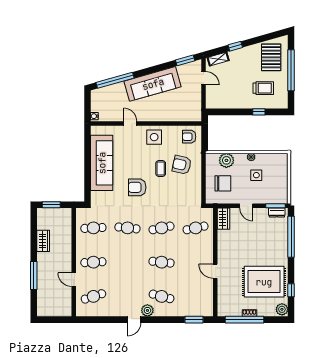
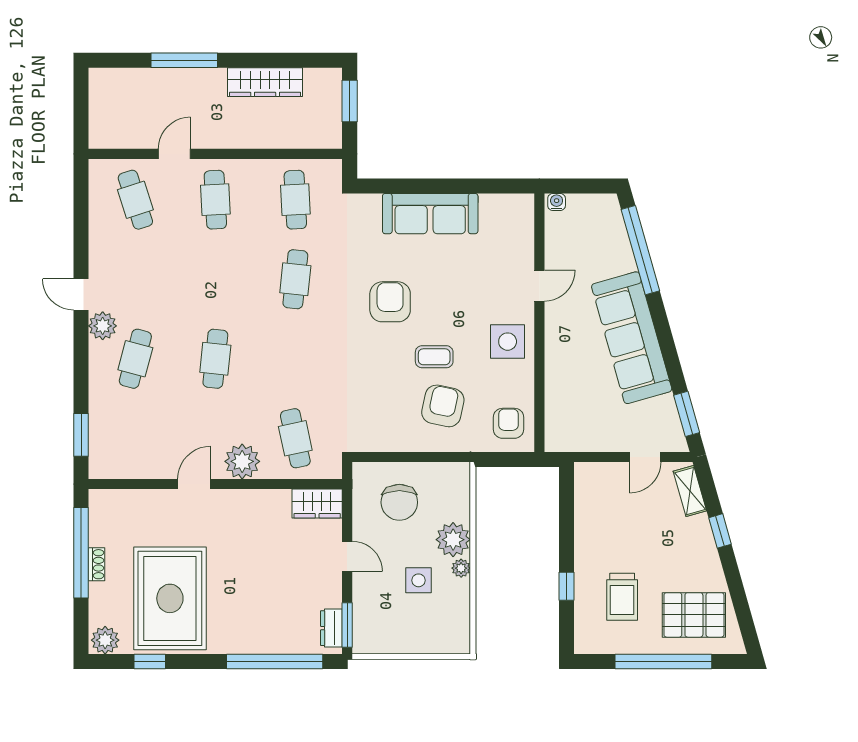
plant: (226, 160) -> (453, 540), moved
sofa: (102, 163) -> (430, 214), width x0.74, depth x0.79
door: (246, 206) -> (347, 556), swing flipped
cafe table: (162, 228) -> (295, 359), removed
wardrobe: (43, 241) -> (265, 82), width x1.50
plant: (205, 251) -> (242, 461), added

